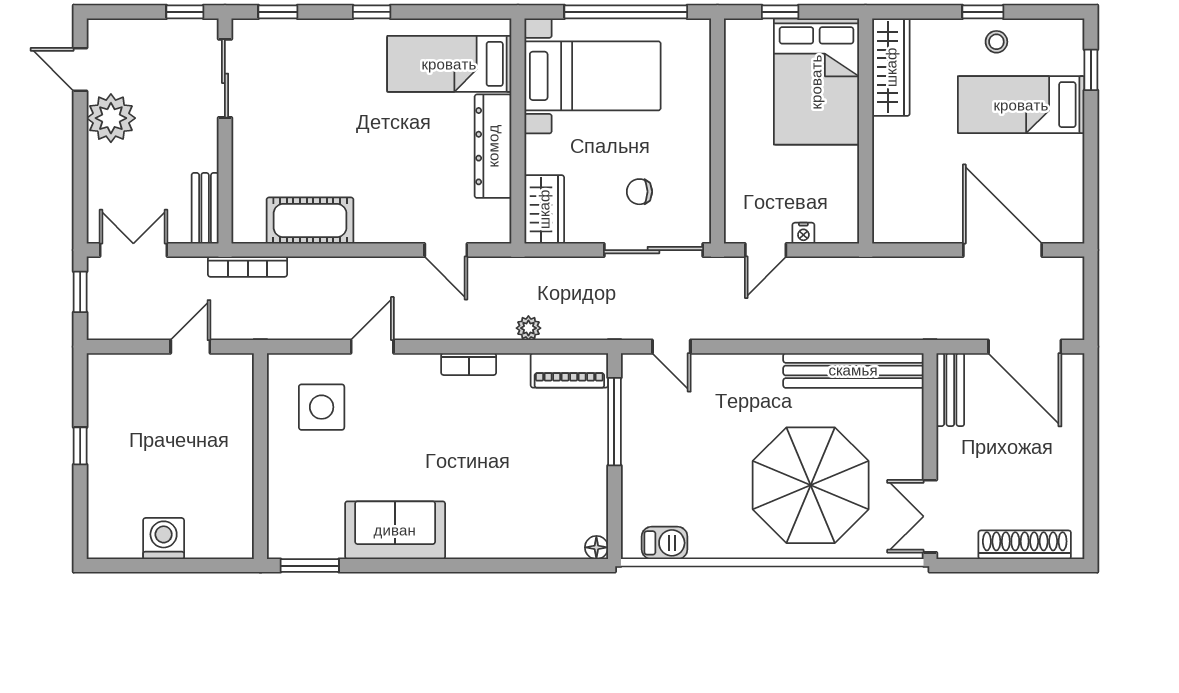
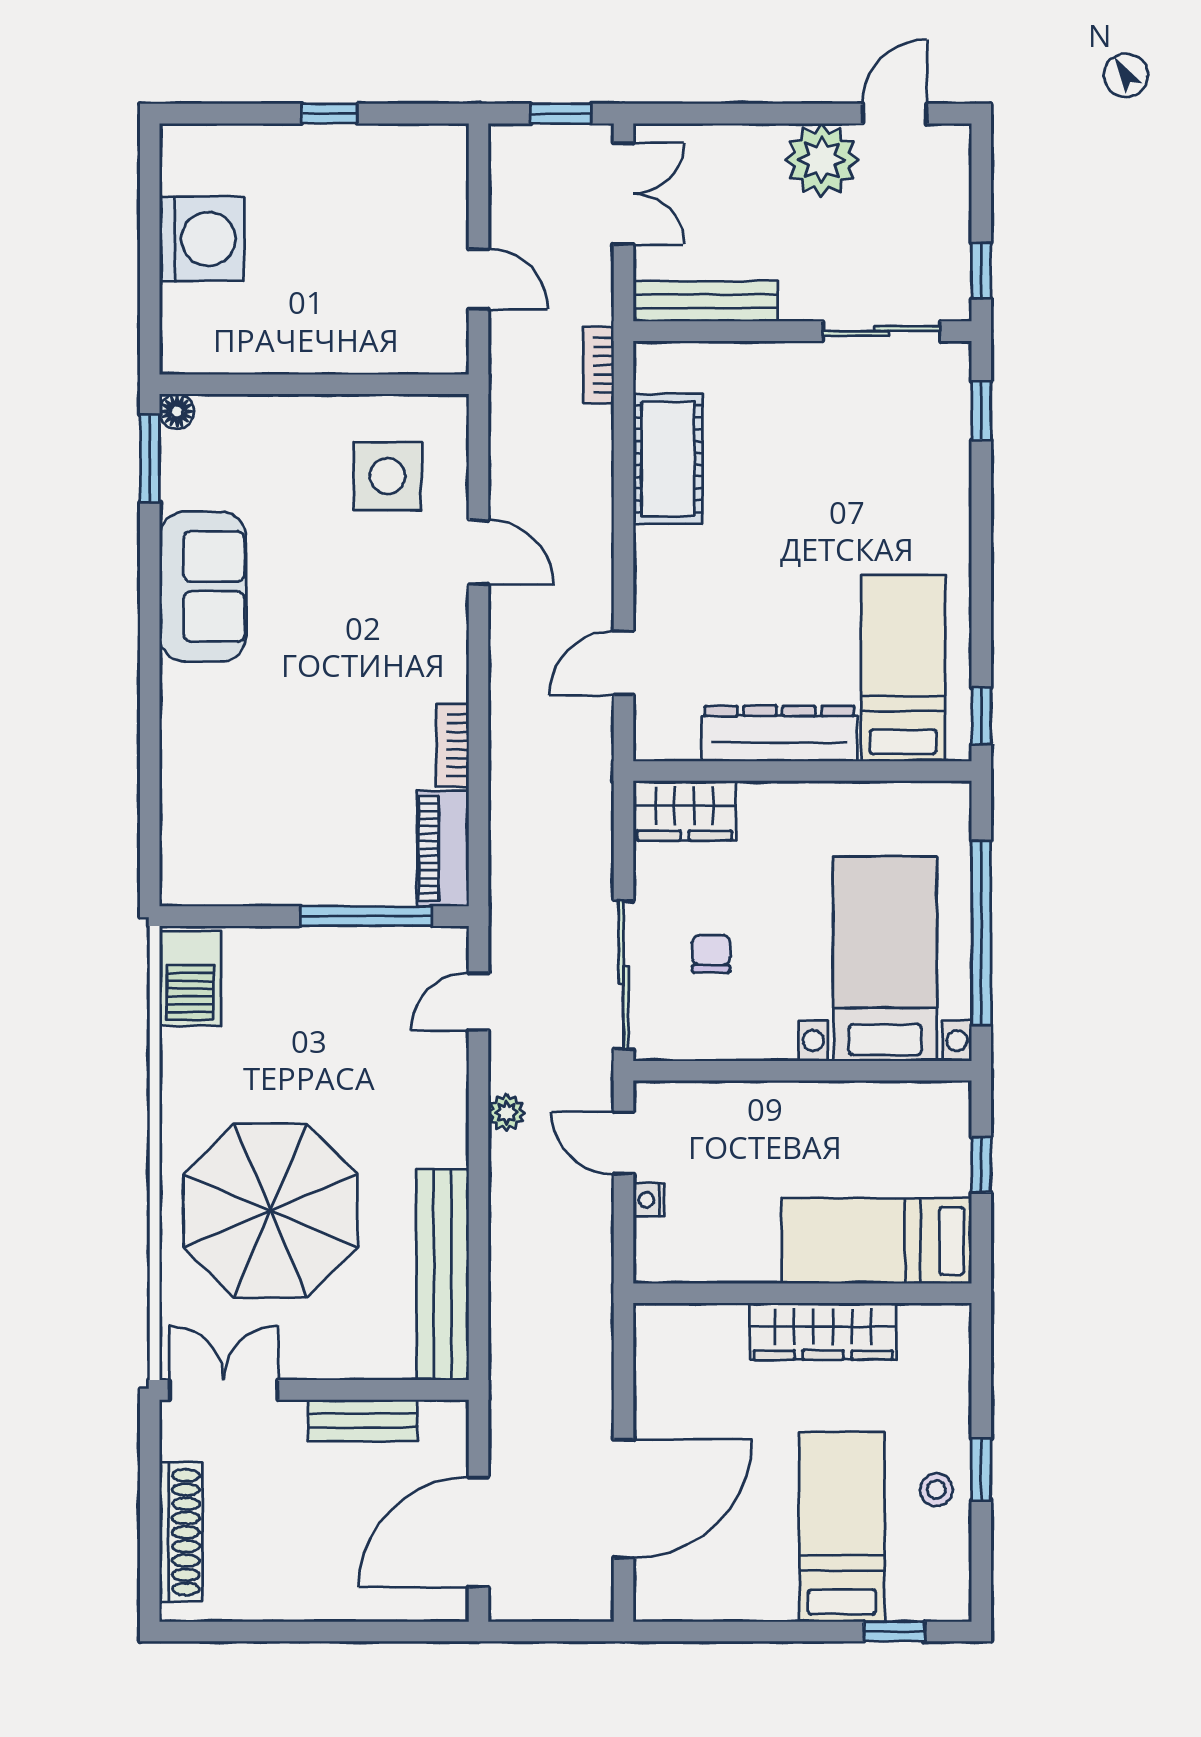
window: (372, 12) -> (981, 716), moved
wardrobe: (891, 67) -> (823, 1331), moved
bed with nightstands: (593, 76) -> (885, 959), moved, turned 180
bed: (816, 82) -> (877, 1241), width x0.67
bench: (205, 208) -> (706, 301), width x1.36
bookcase: (248, 267) -> (599, 365), width x0.64
plant: (528, 328) -> (506, 1112), moved
bookcase: (469, 364) -> (452, 745), moved
bench: (950, 390) -> (363, 1420), moved
washing machine: (164, 539) -> (202, 239), width x1.37, depth x1.37
barbecue: (665, 543) -> (190, 978), width x1.38, depth x1.27
floor lamp: (596, 547) -> (177, 411), moved

